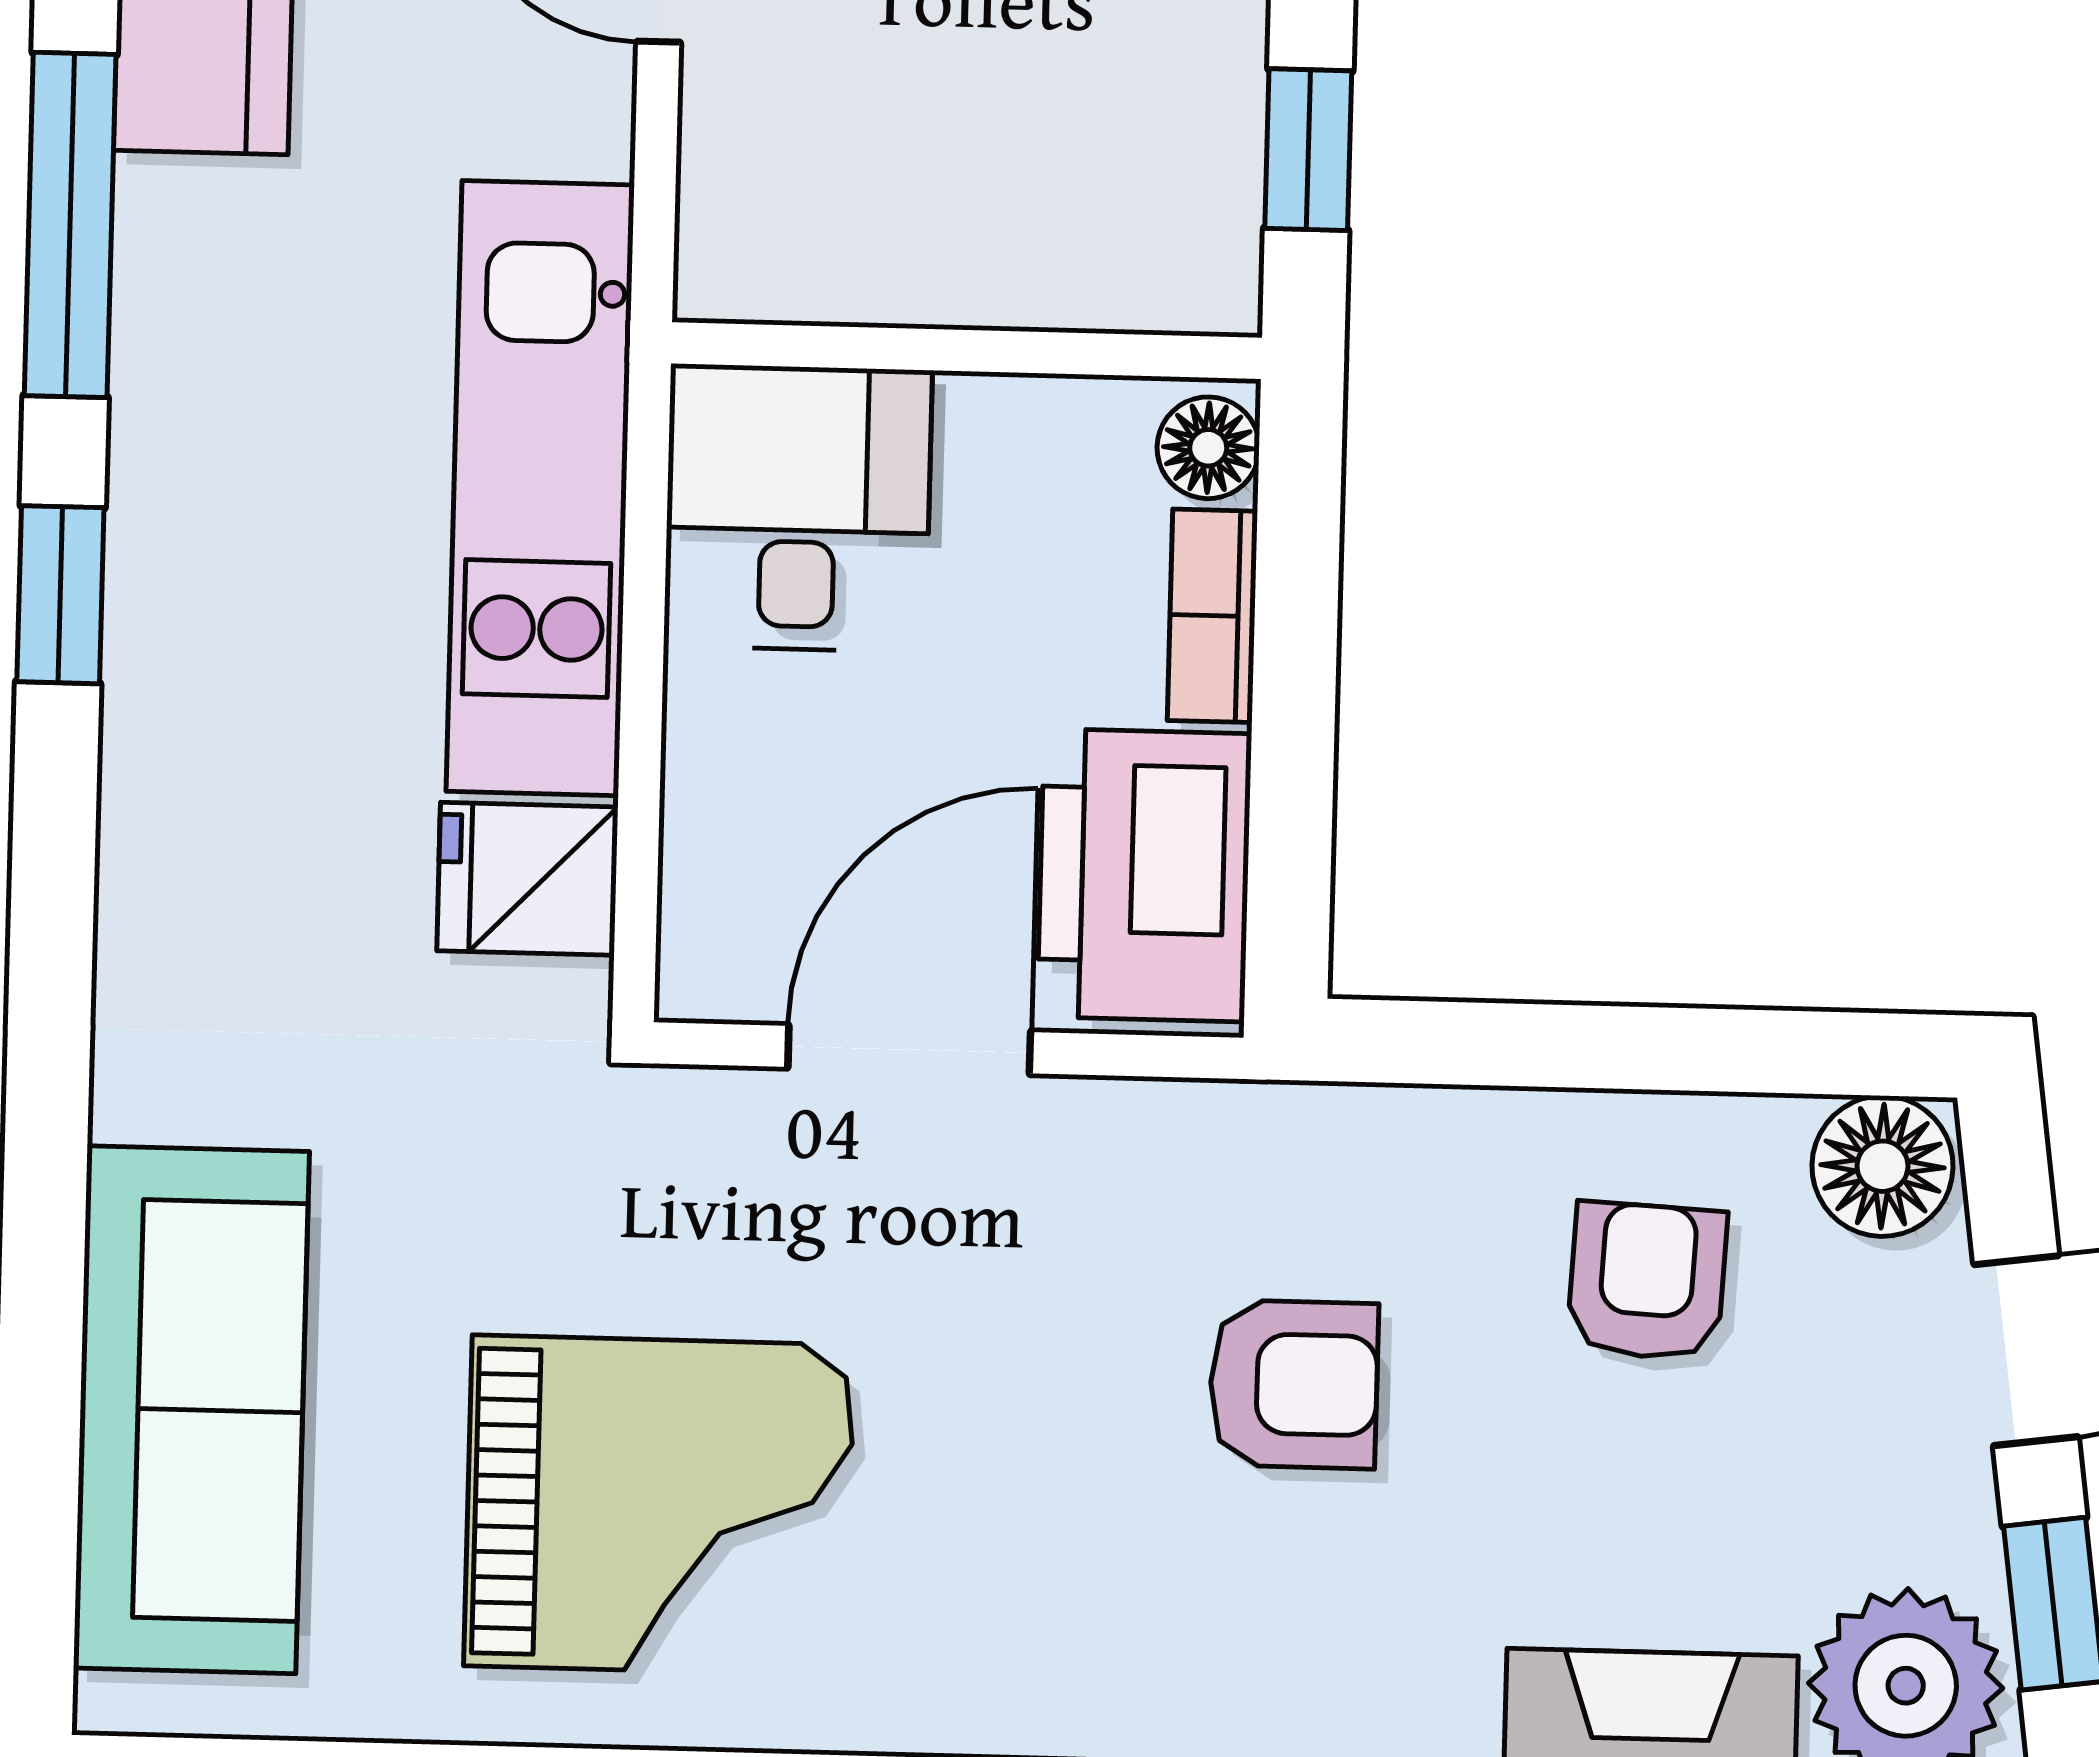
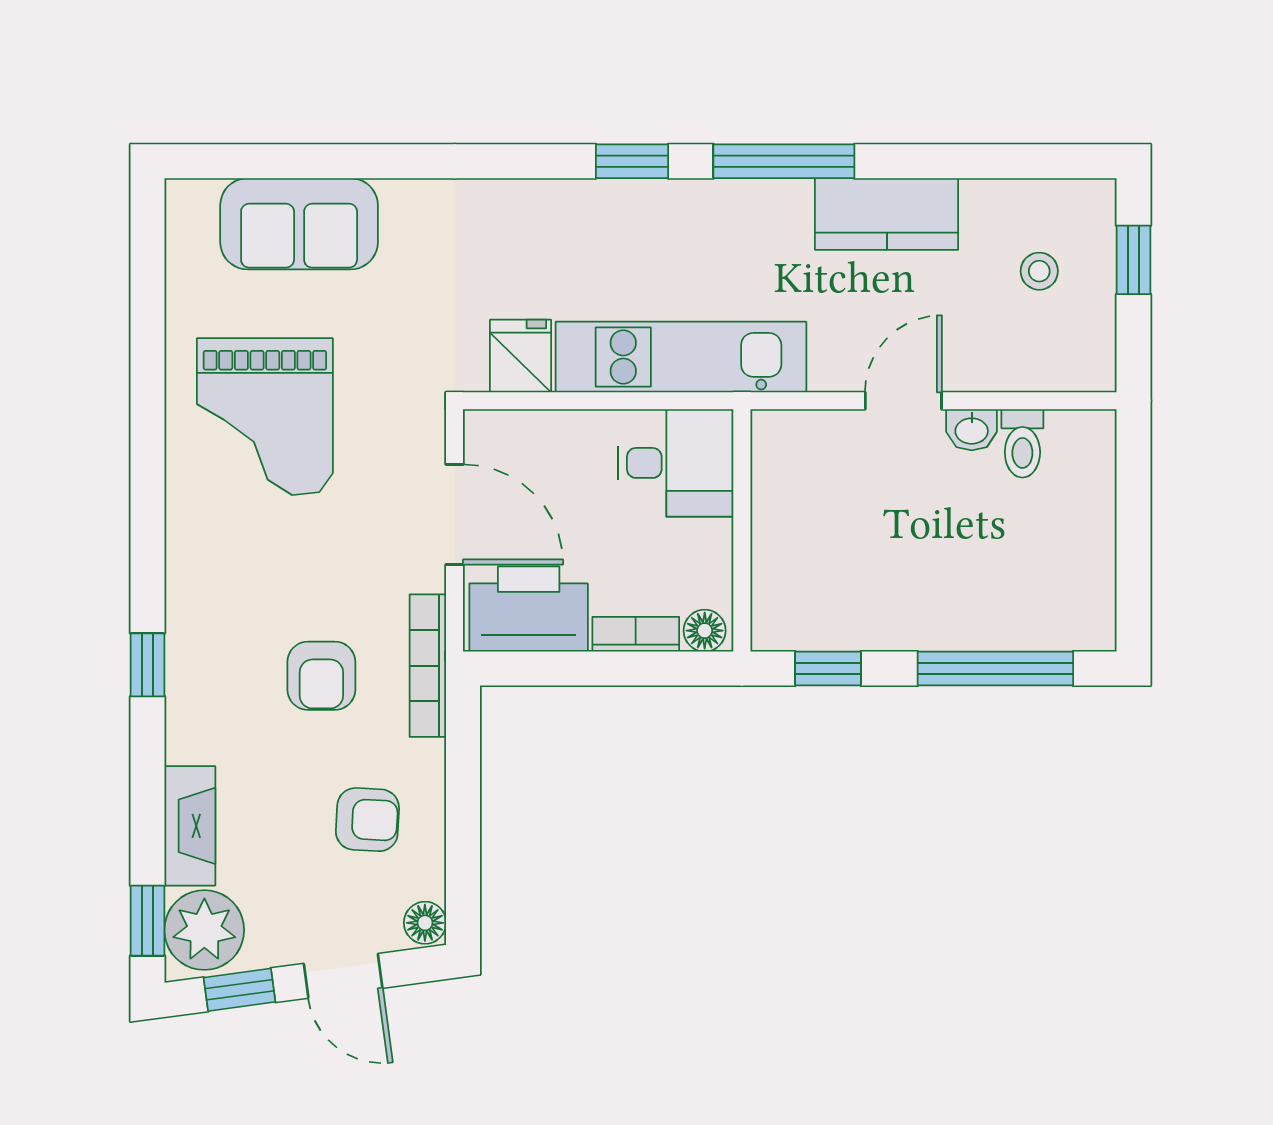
bookcase: (1276, 1124) -> (428, 666), added
floor lamp: (1882, 1166) -> (425, 923), width x0.73, depth x0.73
sofa: (191, 1410) -> (299, 224), width x0.73

